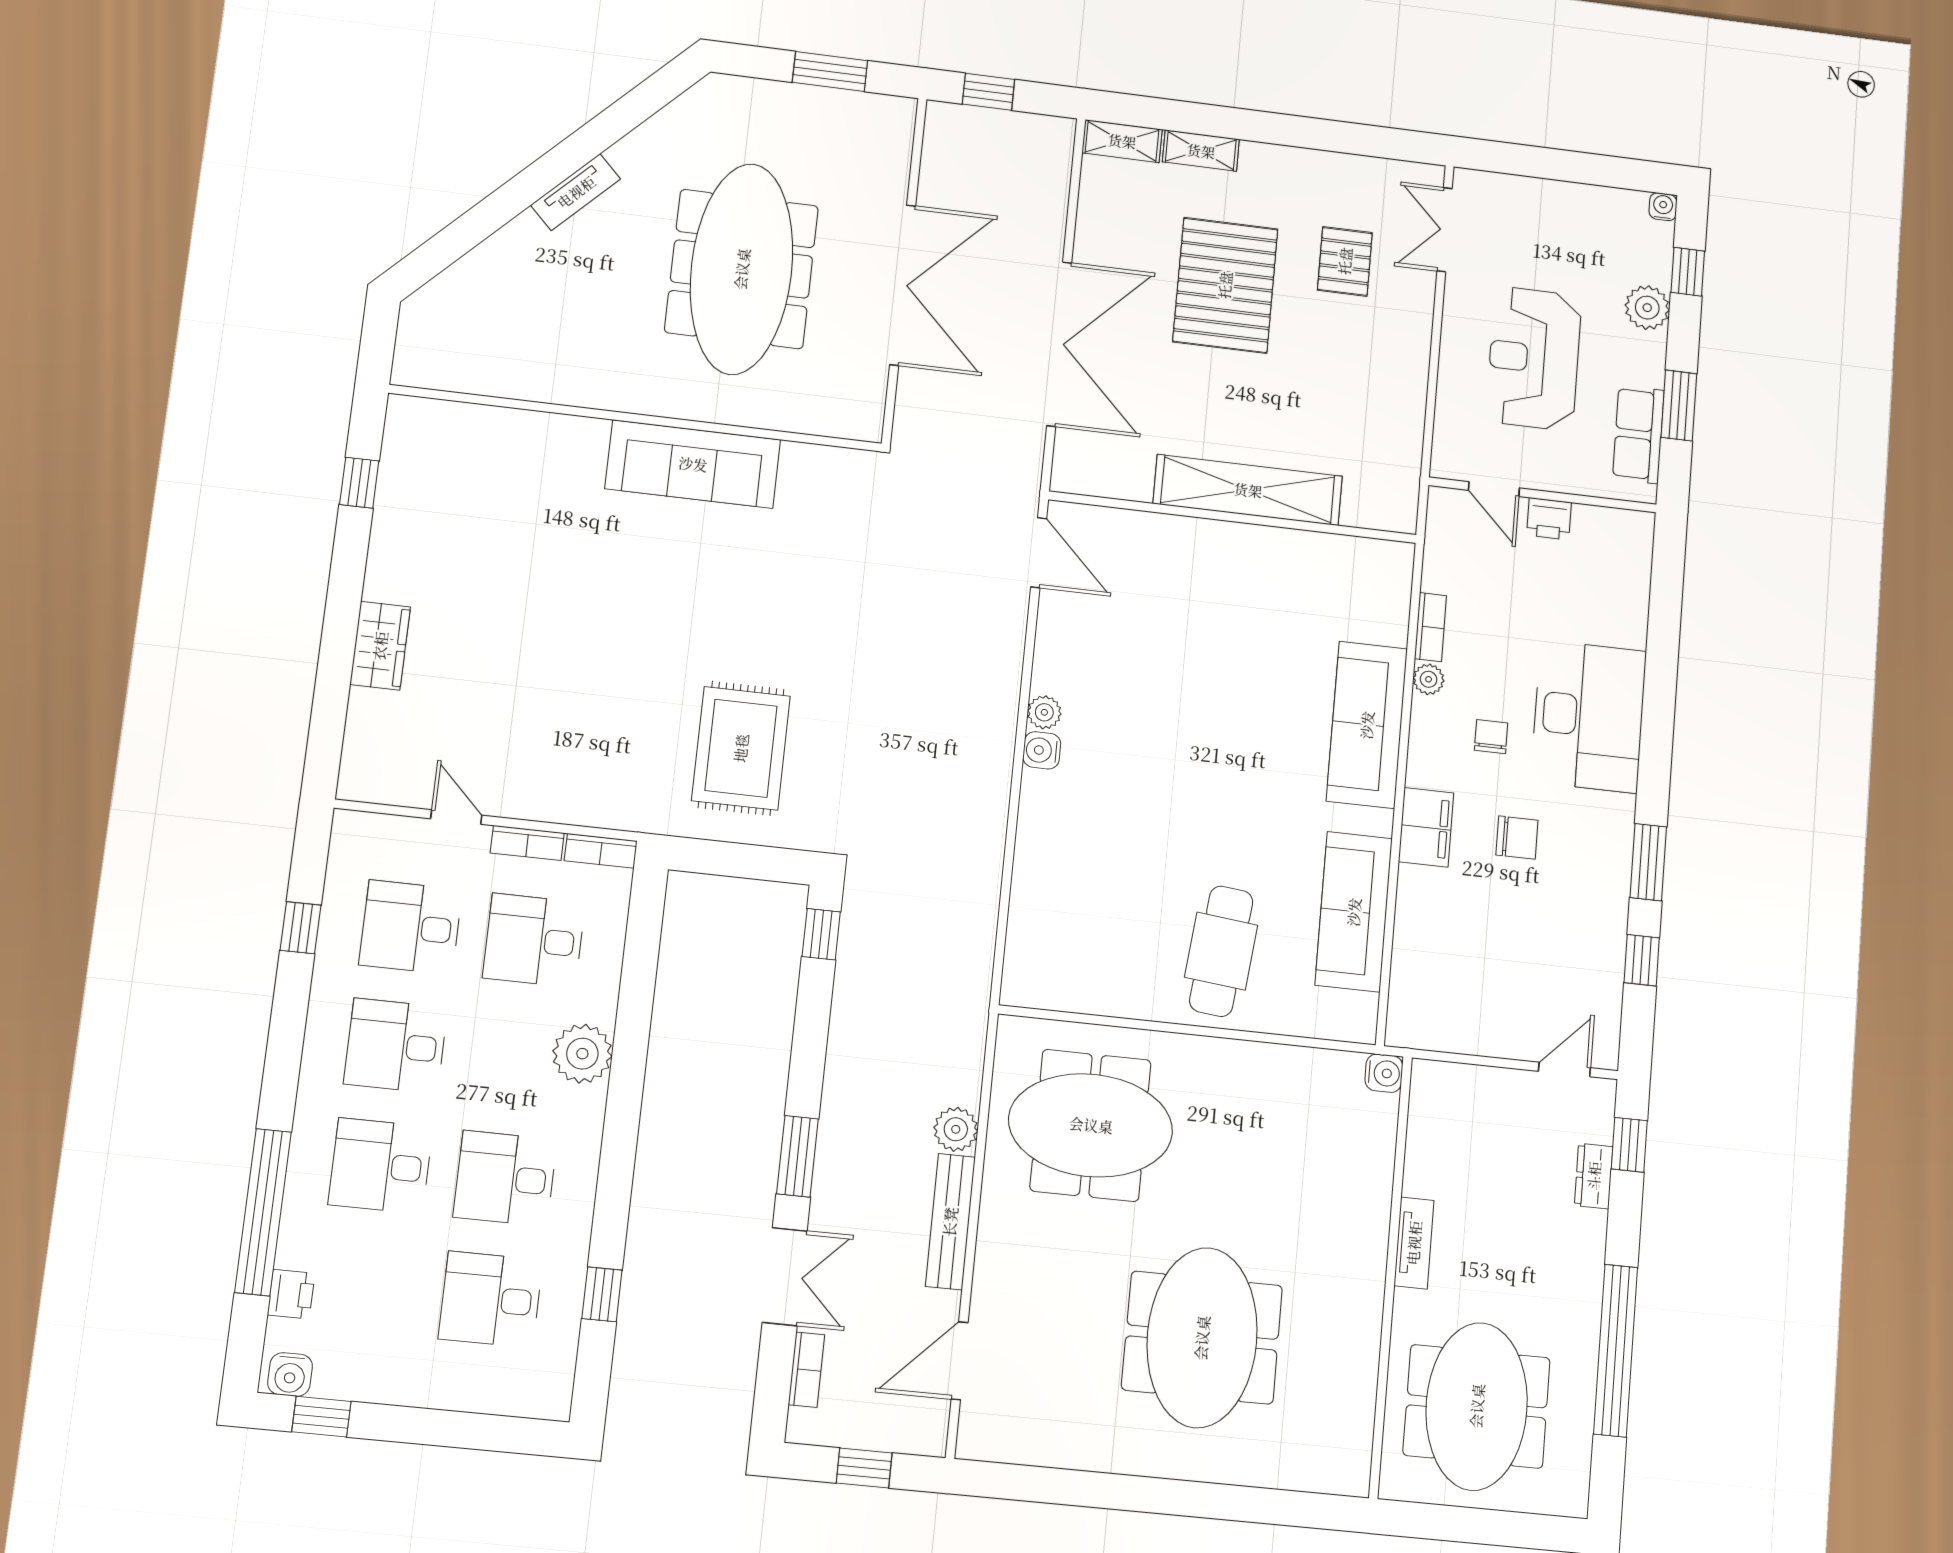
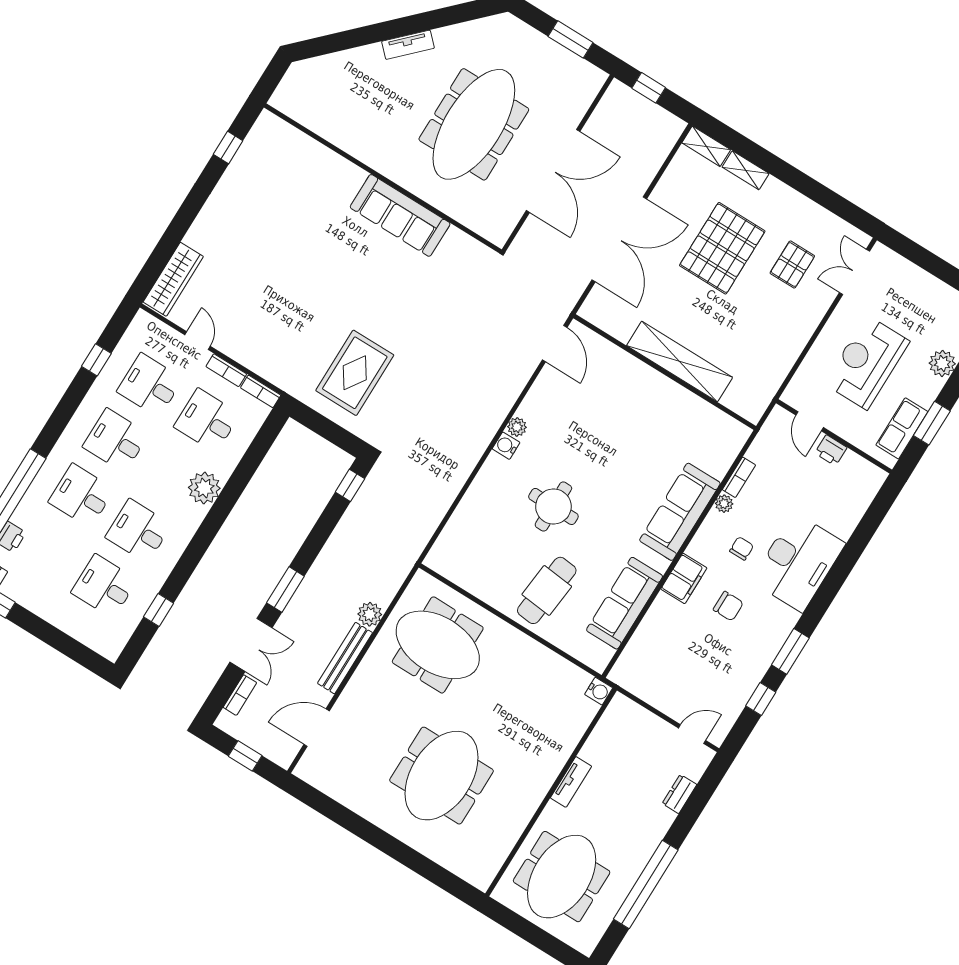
wardrobe: (380, 646) -> (173, 279), moved, width x1.50
round table: (1165, 811) -> (553, 506), added
window: (1629, 1145) -> (706, 788), removed

